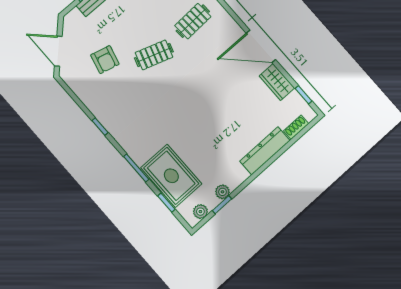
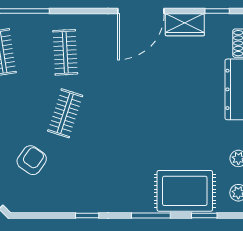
armchair: (105, 60) -> (32, 160), turned -69

